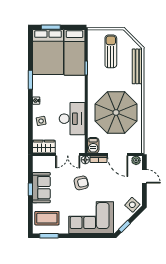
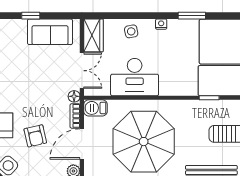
double door: (68, 155) -> (82, 71), swing flipped
armchair: (81, 183) -> (35, 136), moved
sofa: (41, 188) -> (50, 32), moved

